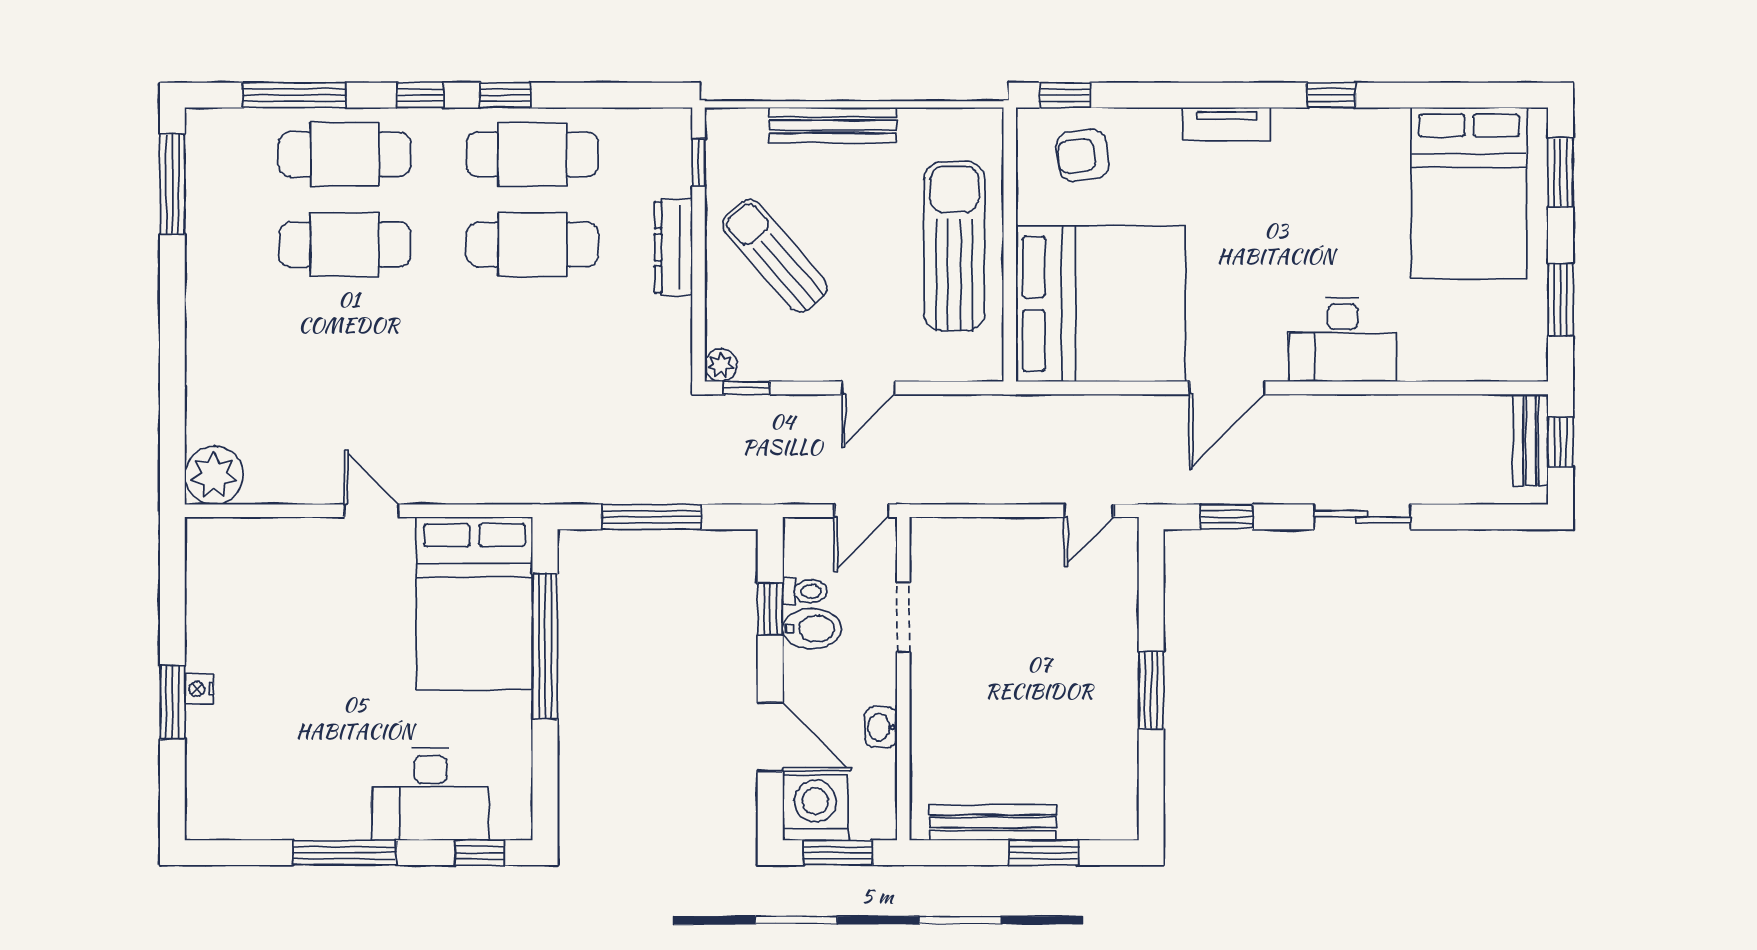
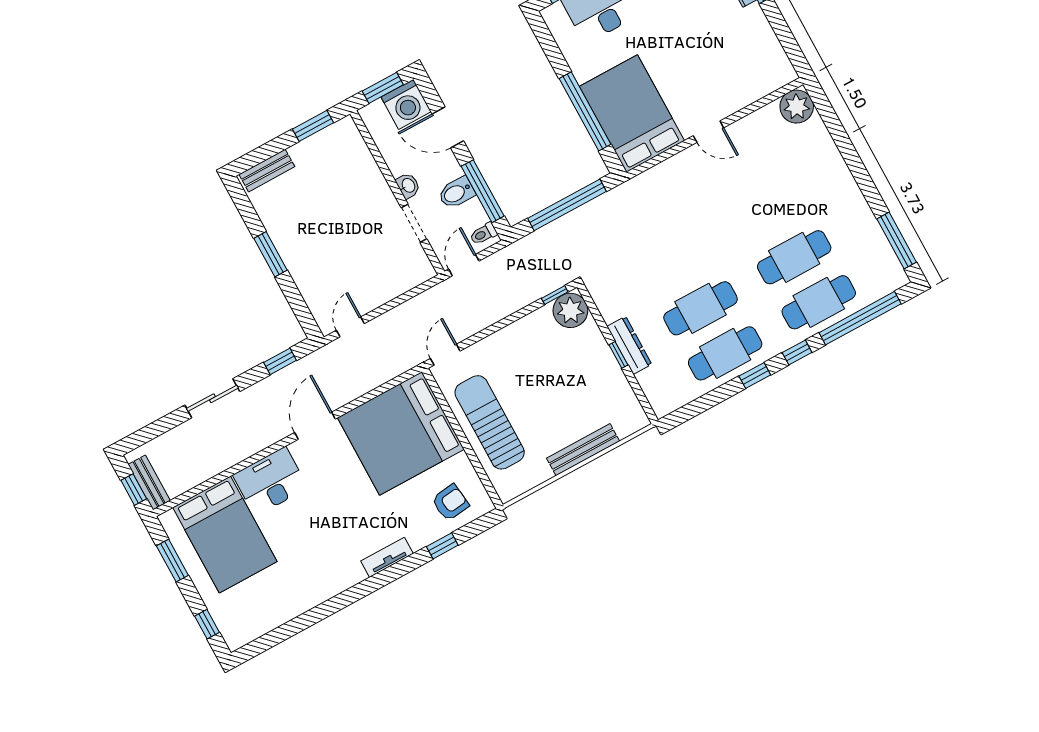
window: (294, 95) -> (860, 318), width x1.46
window: (1065, 95) -> (442, 546), moved
window: (1331, 95) -> (343, 600), removed
window: (699, 162) -> (618, 355), moved
window: (1561, 172) -> (207, 624), width x0.67
bed: (1469, 193) -> (225, 534), moved, turned 180
sun lounger: (954, 246) -> (490, 422), turned 180
sun lounger: (775, 256) -> (576, 369), removed
plant: (721, 365) -> (570, 310), width x1.87, depth x1.87
door: (868, 388) -> (445, 355), moved
window: (652, 517) -> (567, 205), width x1.46
toilet: (805, 591) -> (483, 234), moved
window: (770, 609) -> (483, 191), width x2.17
washbasin: (881, 727) -> (408, 186), moved
bench: (993, 823) -> (267, 171), moved, width x0.73
window: (1044, 853) -> (313, 126), moved

